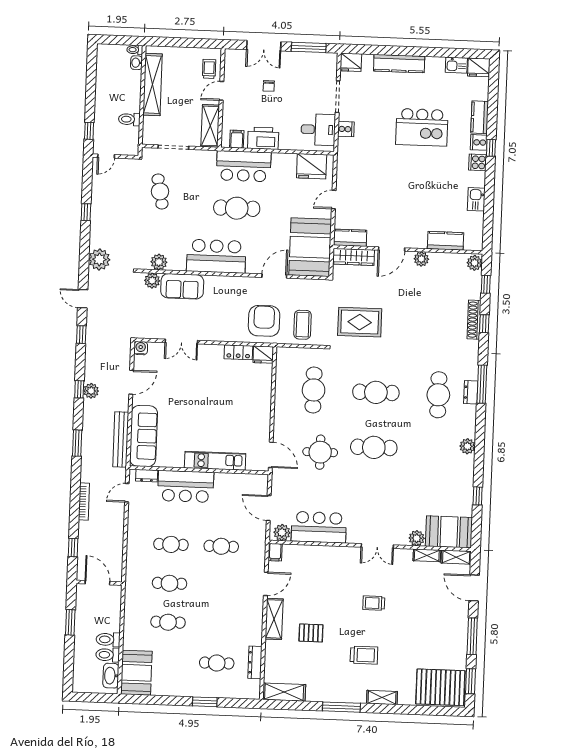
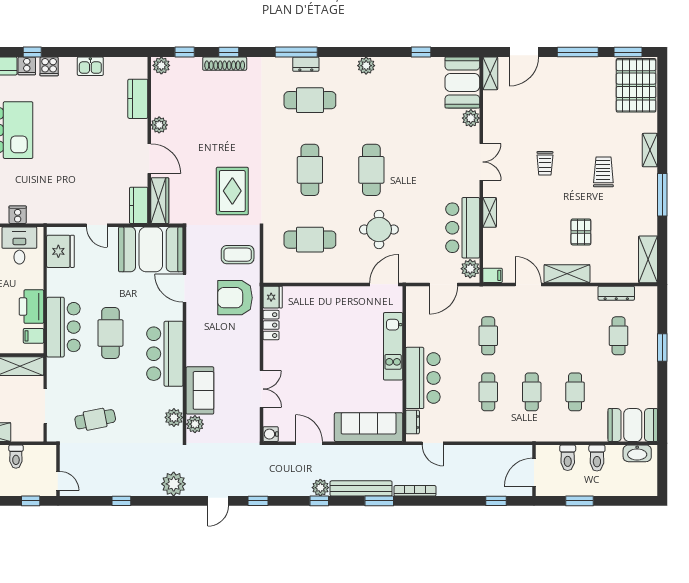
bench: (121, 439) -> (361, 488), moved
bookcase: (84, 502) -> (415, 491), moved
shelving: (427, 555) -> (490, 212), moved
toilet: (108, 655) -> (568, 458), moved

